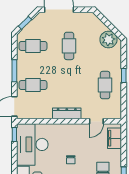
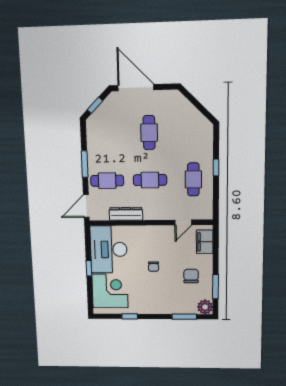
plant: (108, 40) -> (197, 124), removed
cafe table: (33, 46) -> (150, 180), moved
dresser: (67, 113) -> (126, 214), moved
window: (14, 134) -> (89, 268), moved

